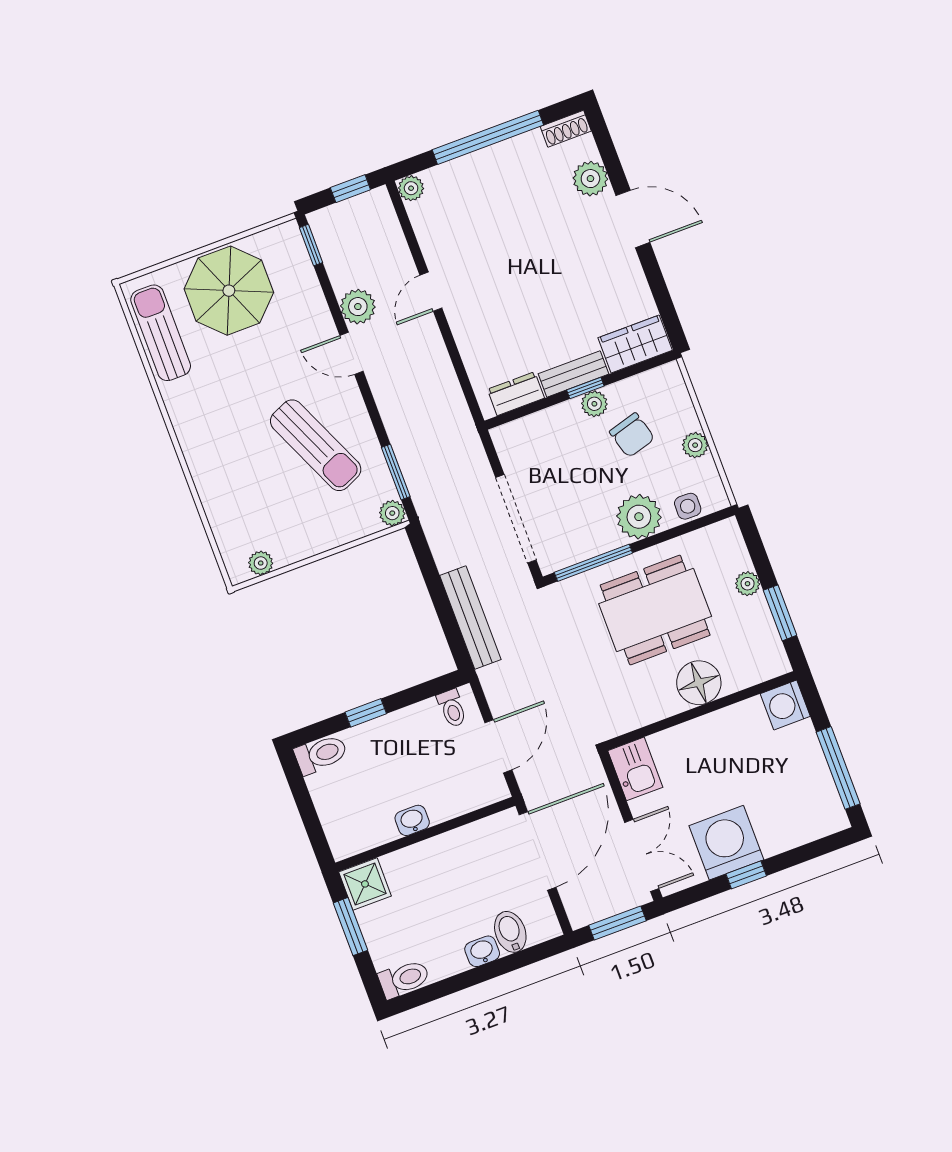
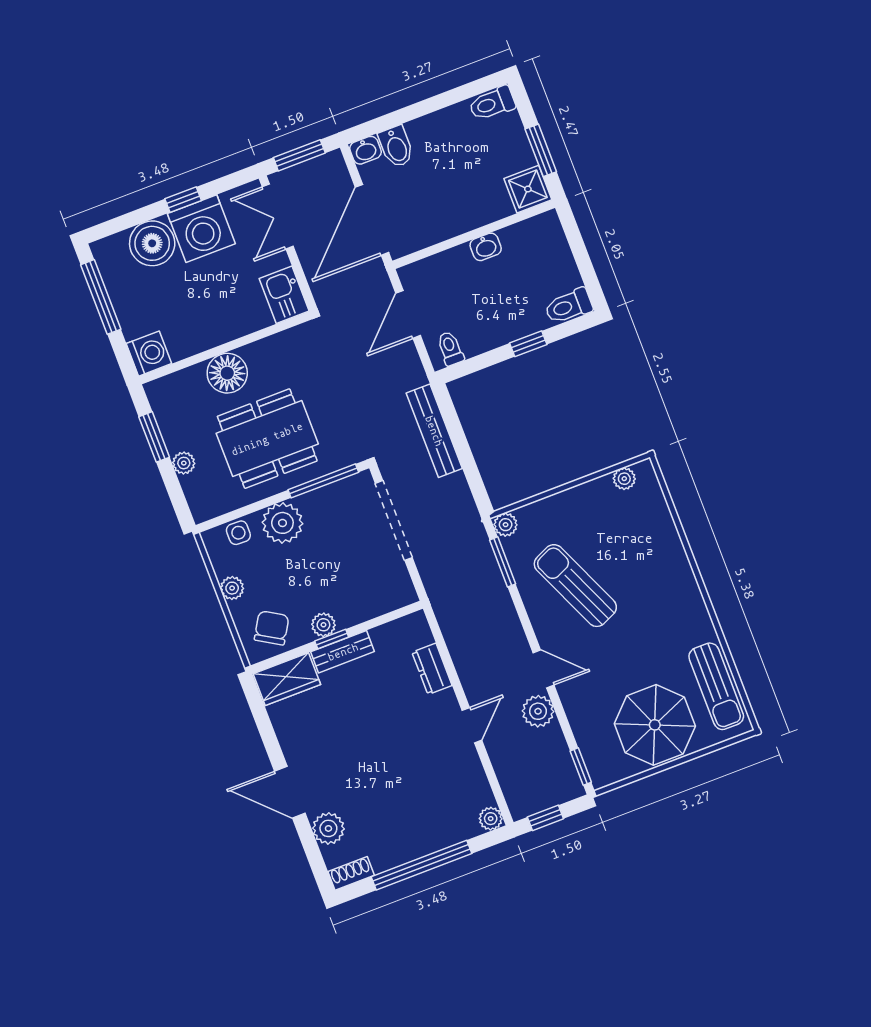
dresser: (516, 394) -> (432, 669), moved, turned 90
chair: (632, 435) -> (272, 628), moved, turned 47
boiler: (781, 827) -> (152, 243), added
washbasin: (482, 951) -> (365, 150), moved

